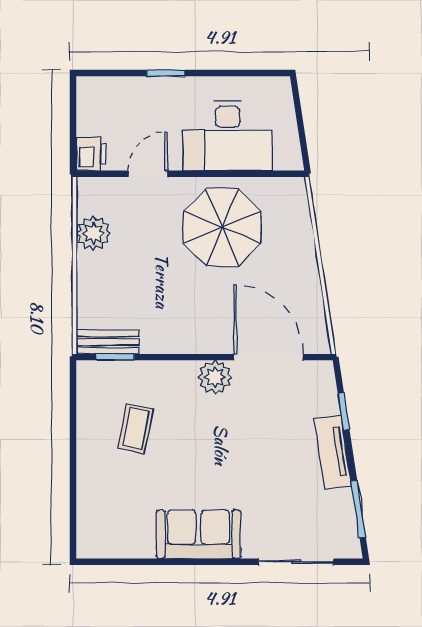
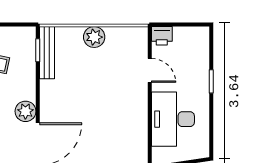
parasol: (222, 227) -> (117, 116), removed
plant: (93, 233) -> (94, 37), moved
bench: (108, 342) -> (47, 53), width x1.36

